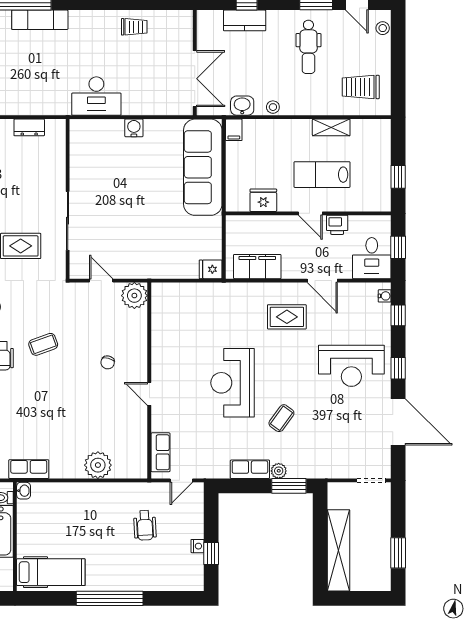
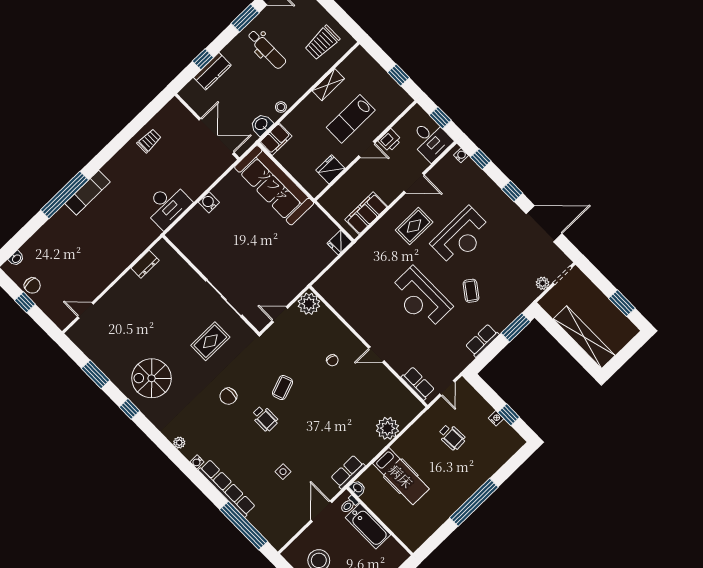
filing cabinet: (234, 130) -> (276, 139), width x2.00
reception desk: (351, 366) -> (461, 237), moved
plant: (279, 471) -> (543, 283), moved
hospital bed: (51, 572) -> (401, 476), moved, turned 90

